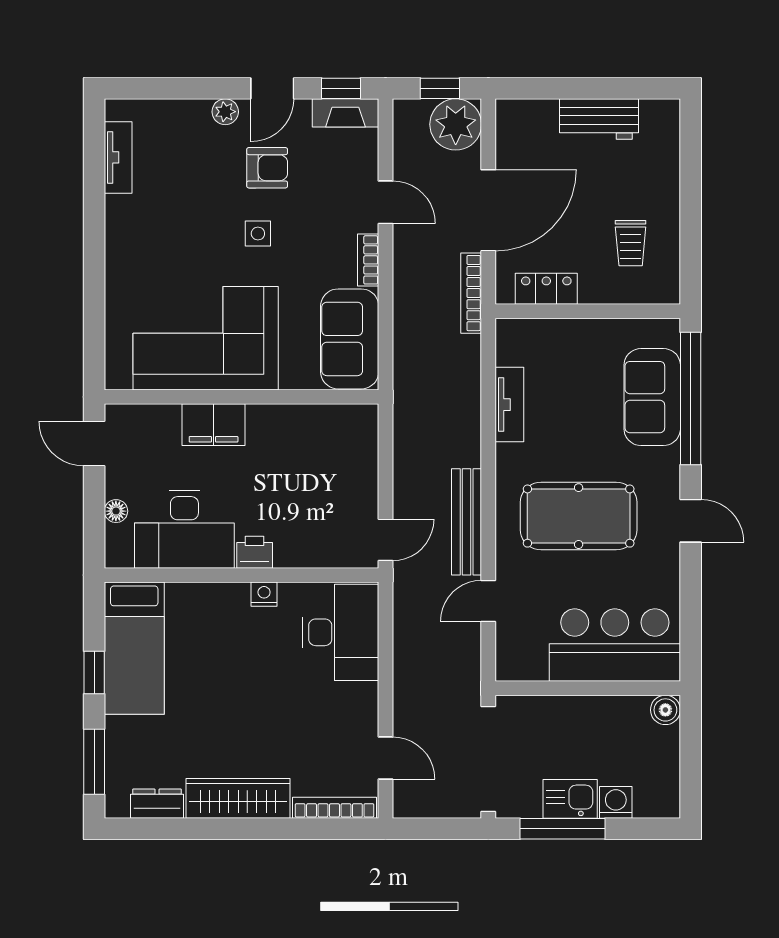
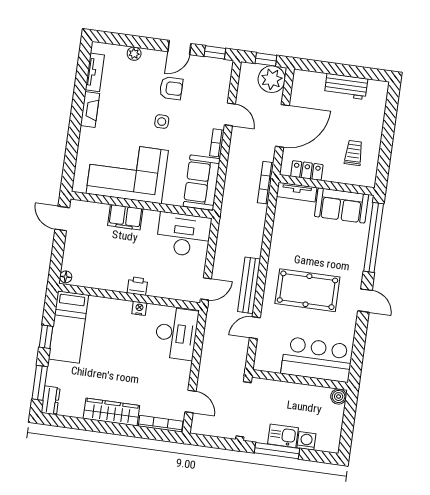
plant: (225, 112) -> (134, 54), moved
fireplace: (345, 113) -> (90, 110), moved, turned -90
trolley: (631, 243) -> (354, 153), turned 180
bookcase: (471, 293) -> (266, 183), moved
sofa: (652, 397) -> (341, 205), moved, turned -90
tv unit: (509, 405) -> (297, 192), moved, turned 90
floor lamp: (116, 511) -> (66, 277), moved
desk: (184, 529) -> (184, 235), moved, turned 180
dresser: (157, 804) -> (51, 400), moved, turned 90

